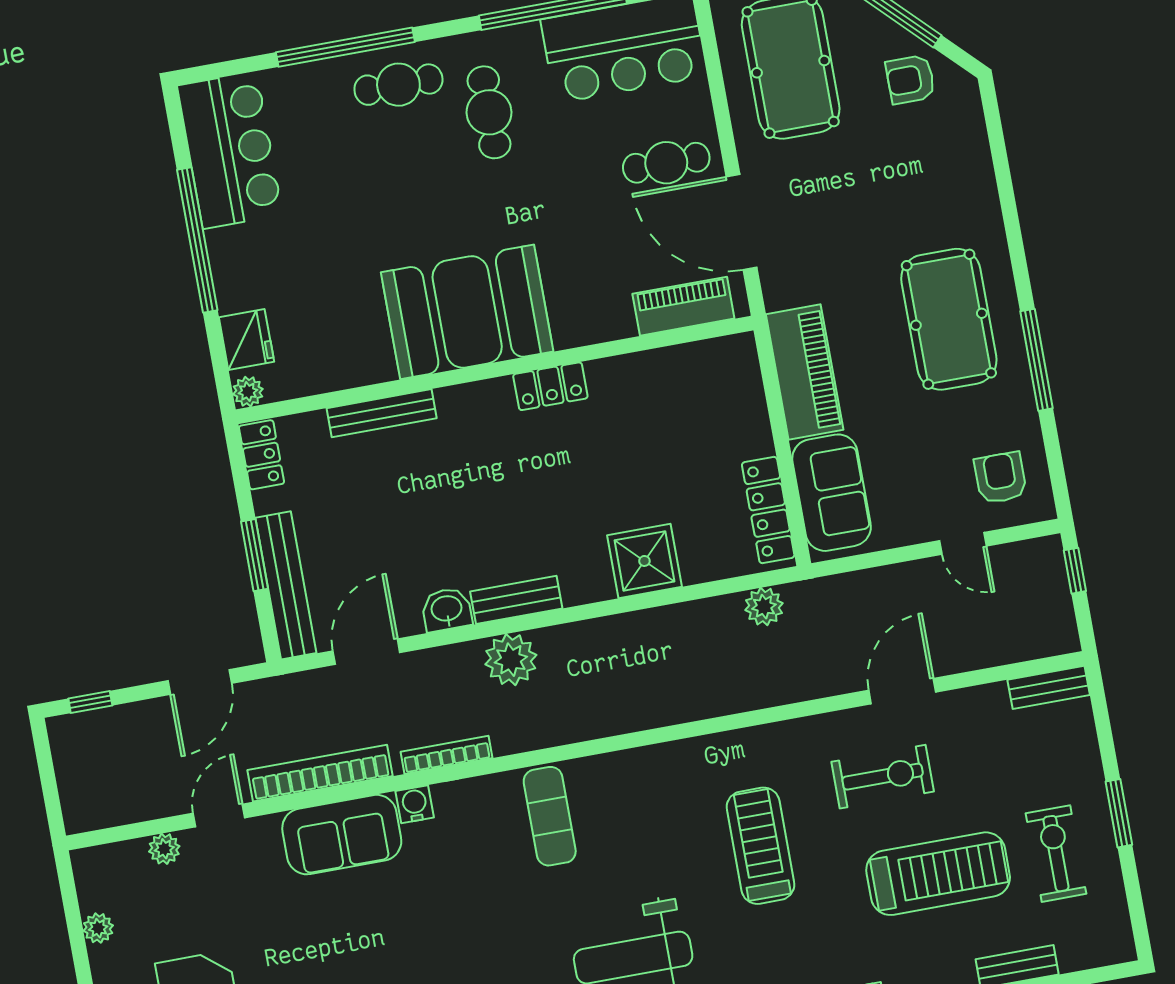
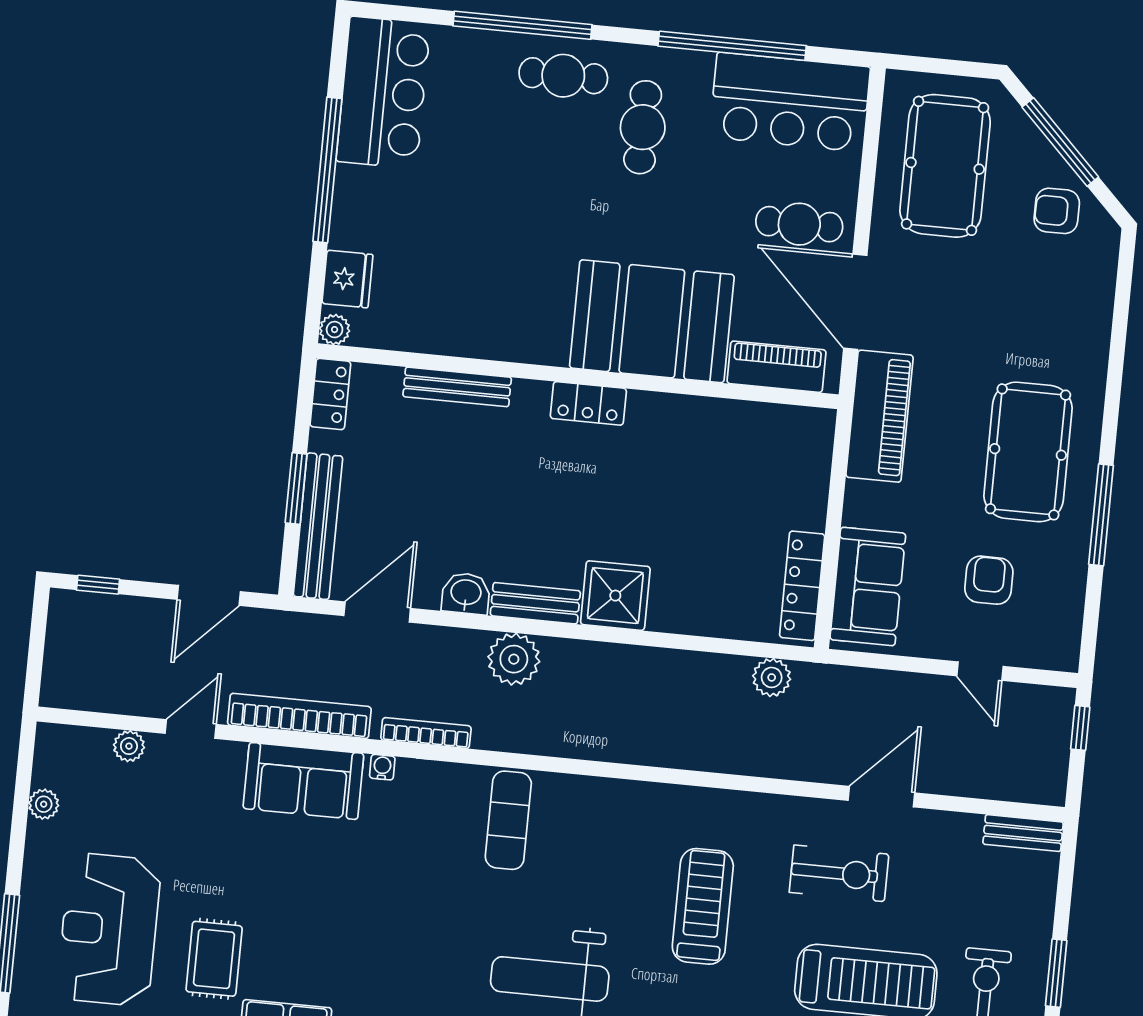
booth: (467, 312) -> (652, 321), moved
piano: (805, 372) -> (879, 416), moved
locker: (550, 386) -> (588, 403), moved
armchair: (1000, 478) -> (989, 580), moved
shower: (644, 561) -> (615, 596), moved
water cooler: (415, 804) -> (382, 767), width x0.72, depth x0.72

